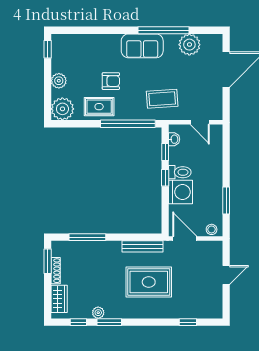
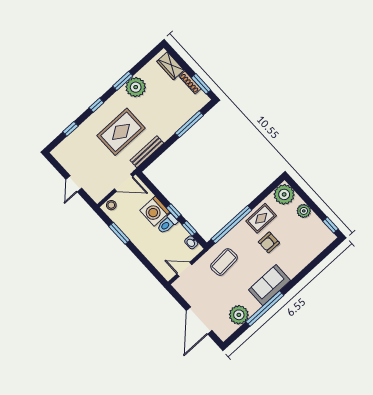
plant: (98, 313) -> (136, 87), width x1.87, depth x1.87
window: (78, 322) -> (96, 105), moved

